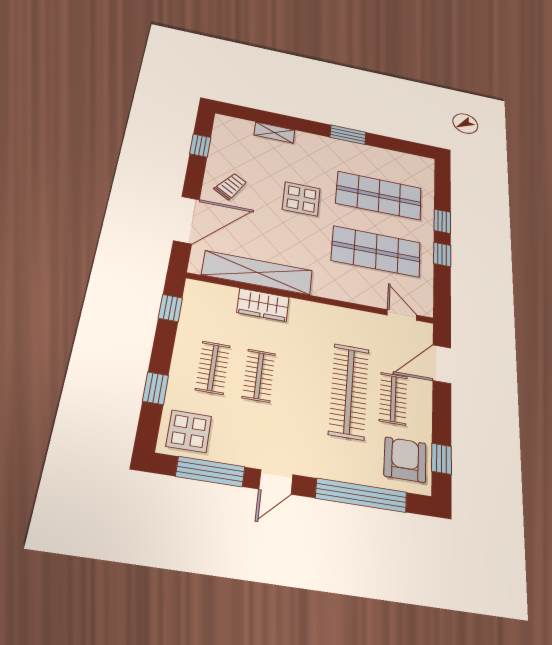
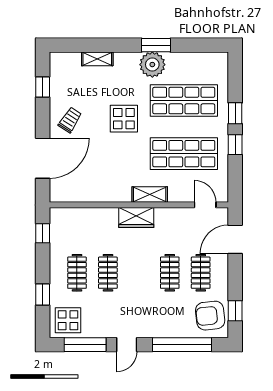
plant: (342, 152) -> (152, 65), added
shelving: (257, 273) -> (150, 194), moved, width x0.45, depth x0.75
wardrobe: (263, 305) -> (136, 218), moved
clothes rail: (349, 391) -> (170, 273), width x0.54, depth x0.76
armchair: (405, 460) -> (210, 316), turned -96

